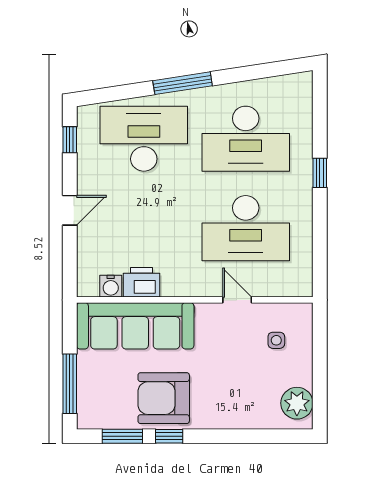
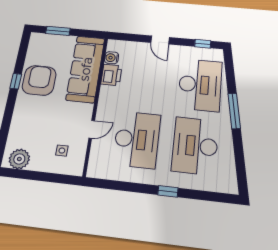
desk: (246, 228) -> (137, 139), turned 180
window: (70, 384) -> (58, 31), width x0.69
window: (122, 436) -> (22, 56), removed

